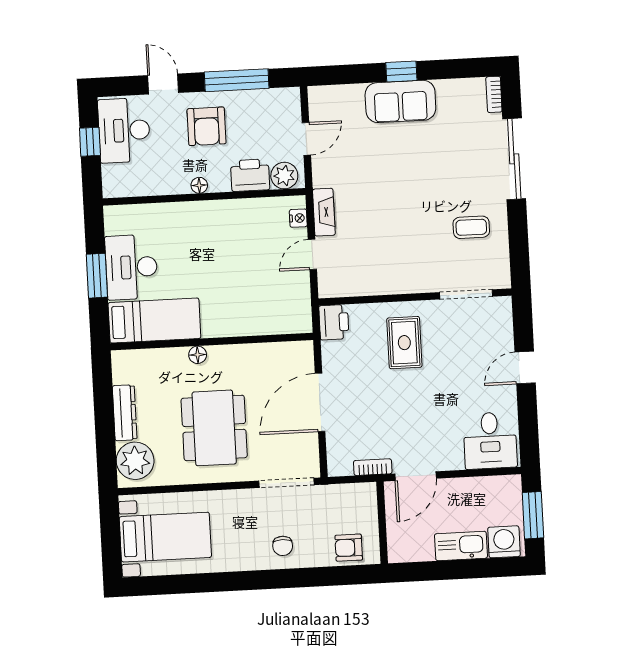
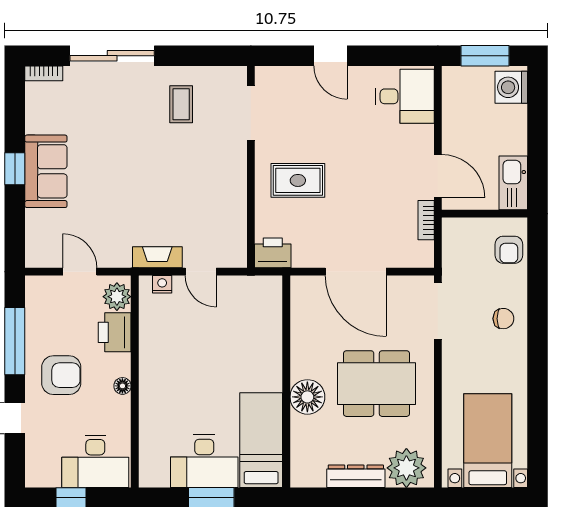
desk: (124, 130) -> (95, 461), moved
floor lamp: (198, 355) -> (307, 397), width x1.89, depth x1.89
kitchen sink: (461, 546) -> (513, 183), moved

